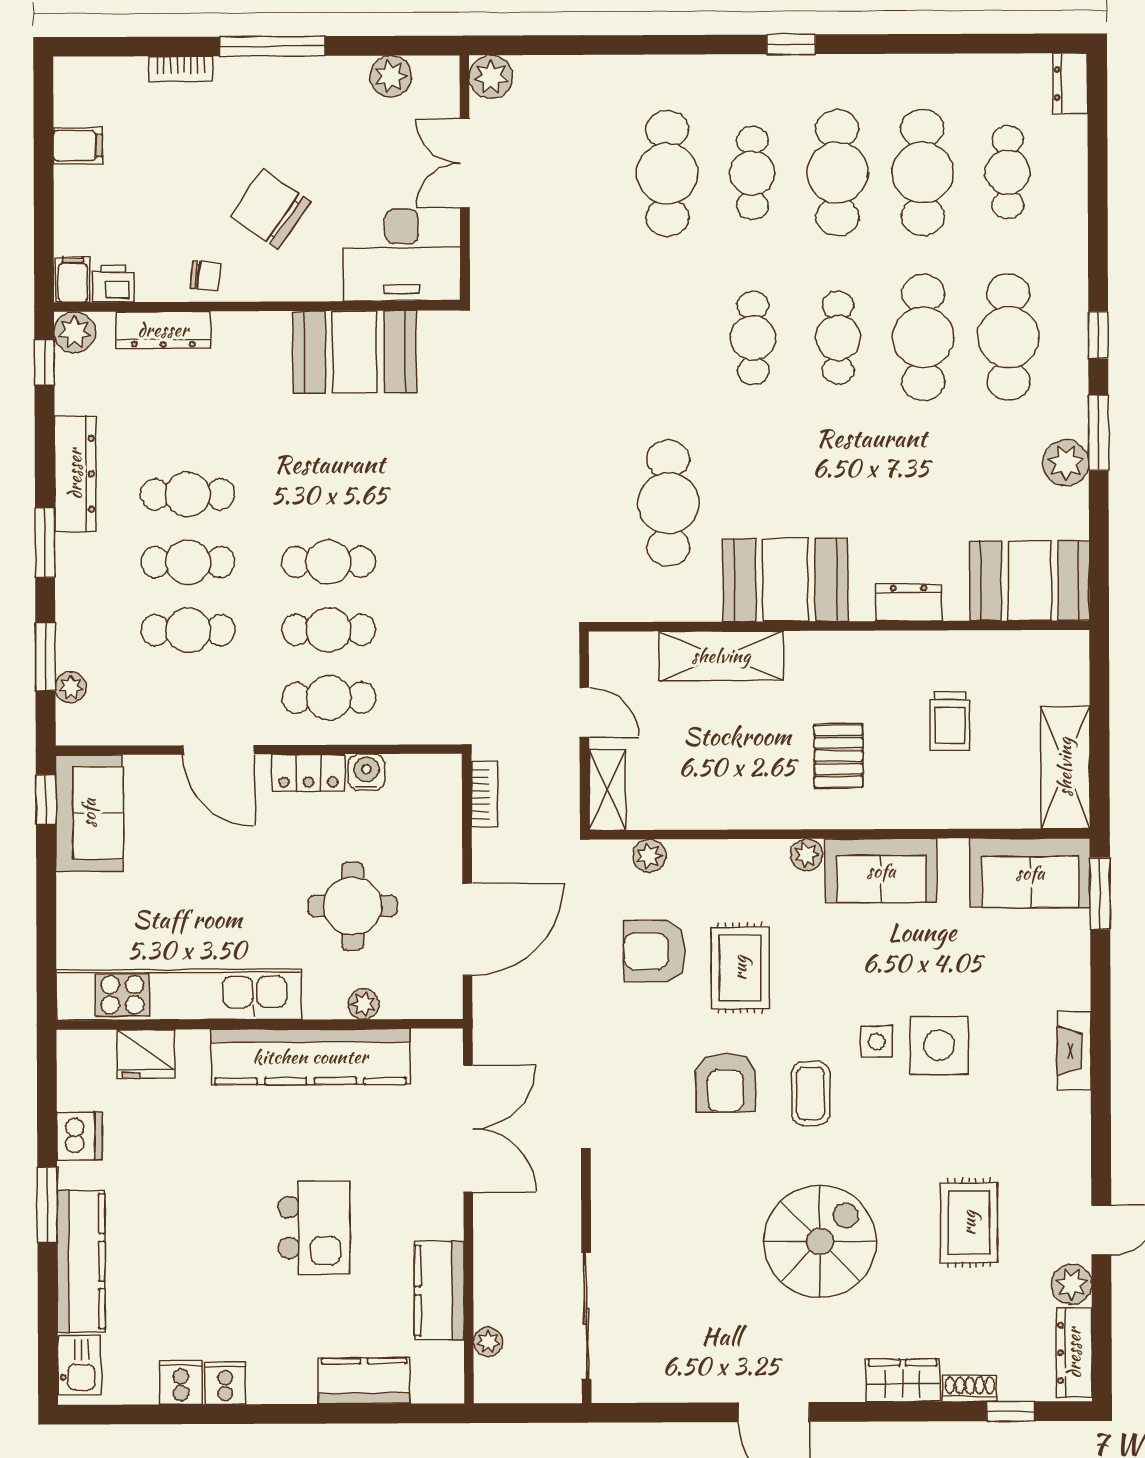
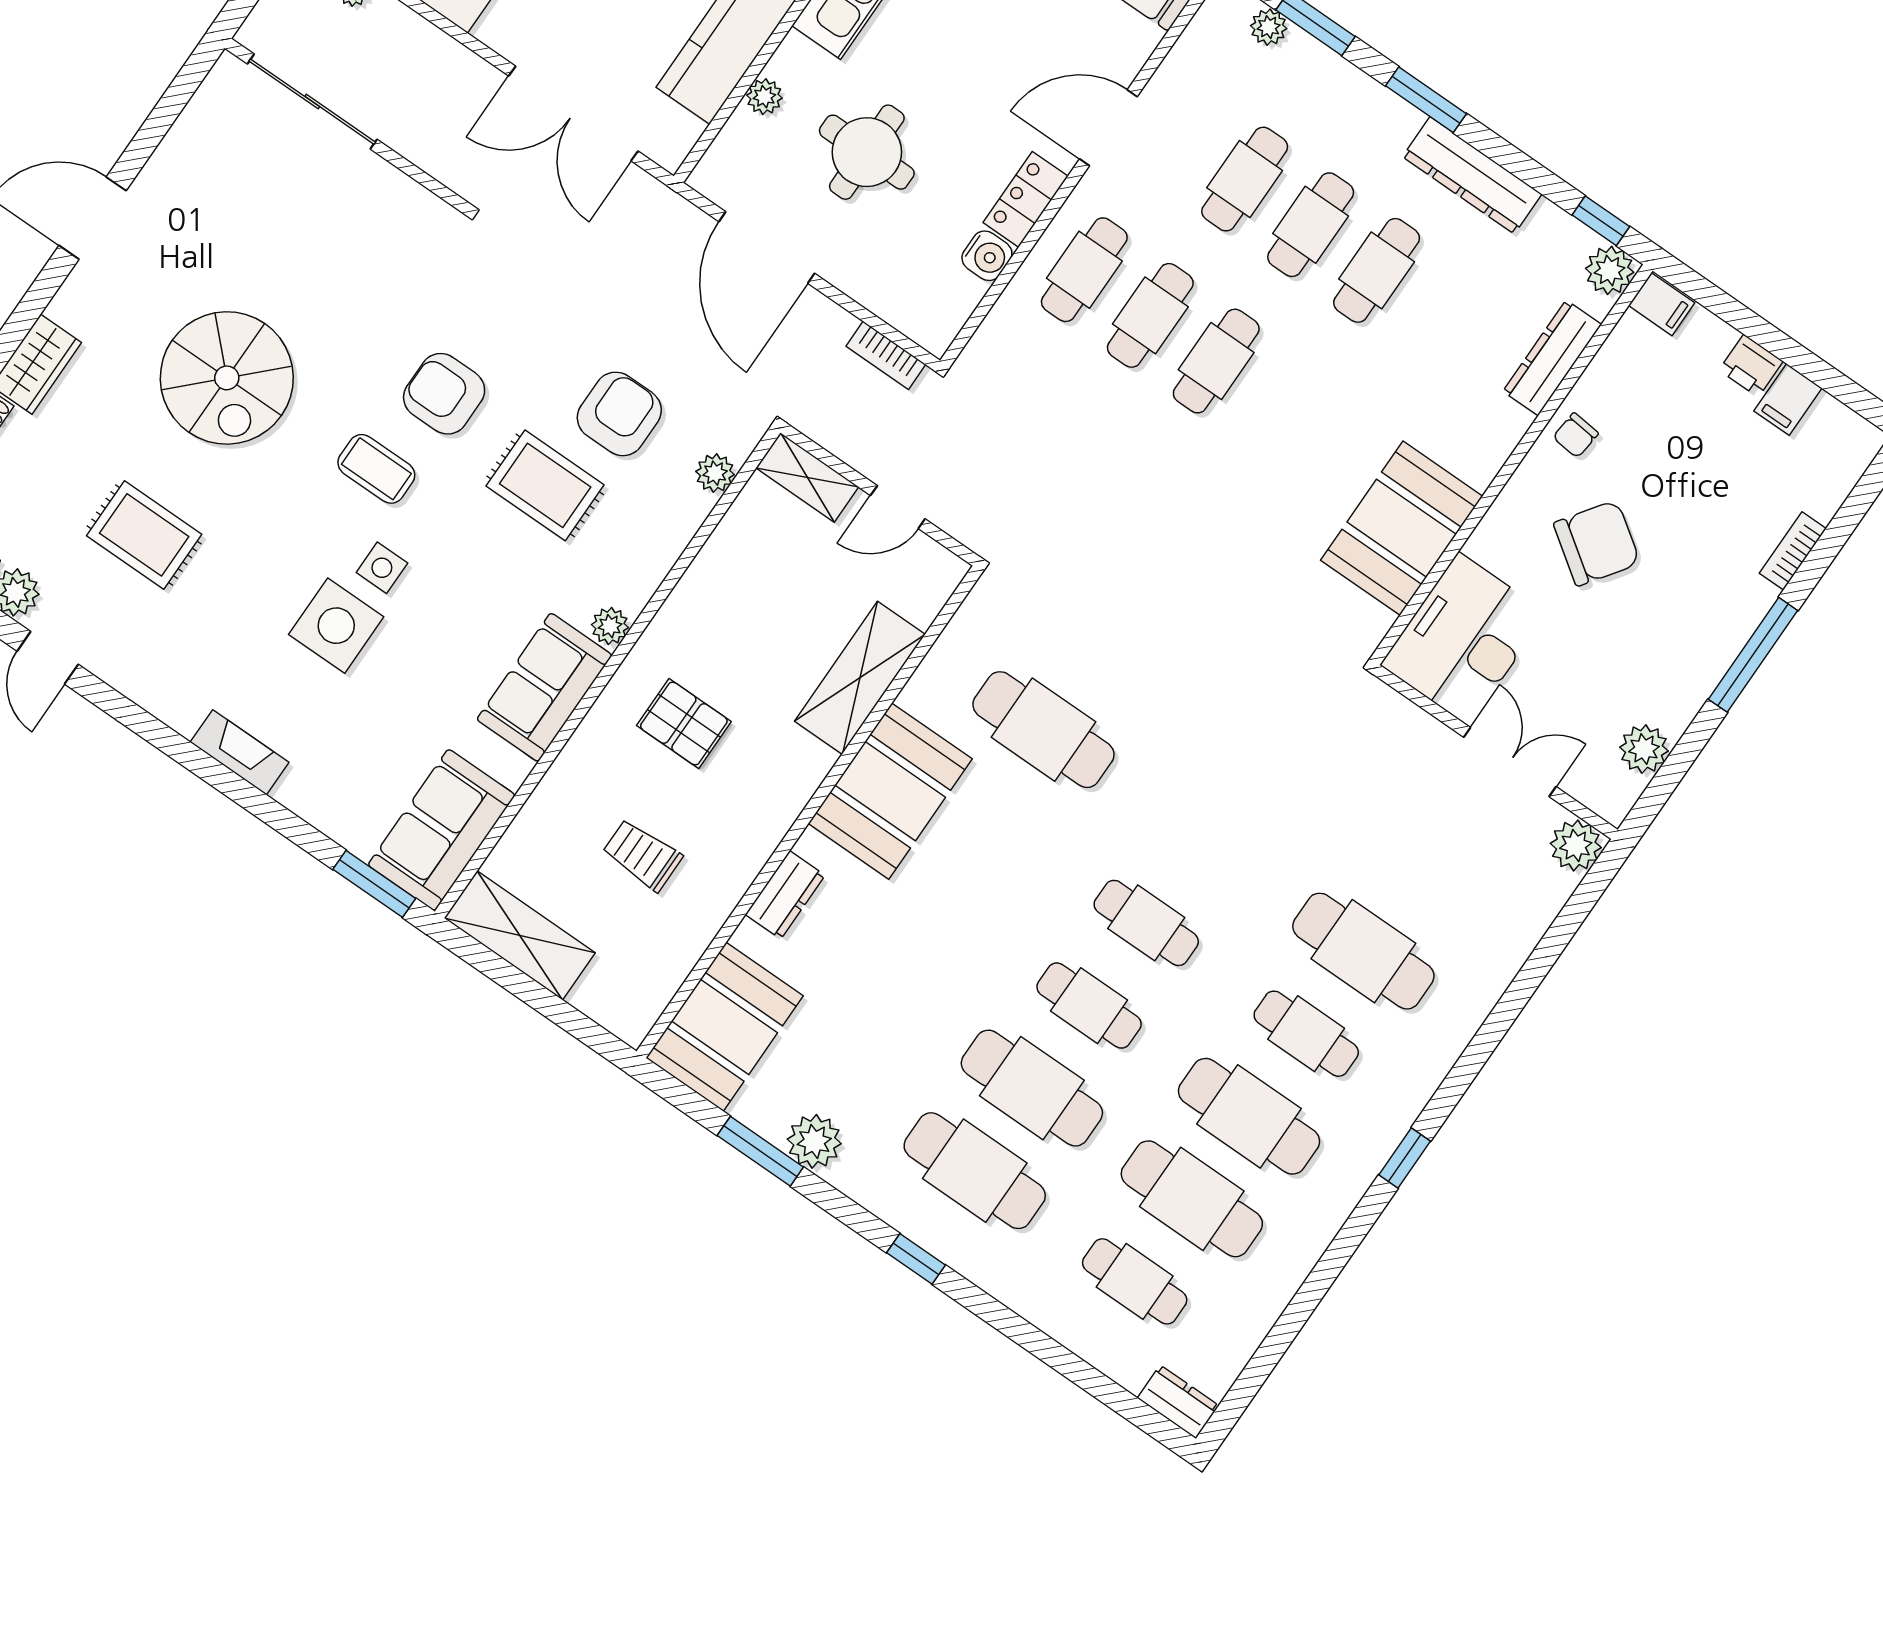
printer: (113, 283) -> (1751, 366), moved, turned 90
window: (1099, 433) -> (760, 1151), moved

